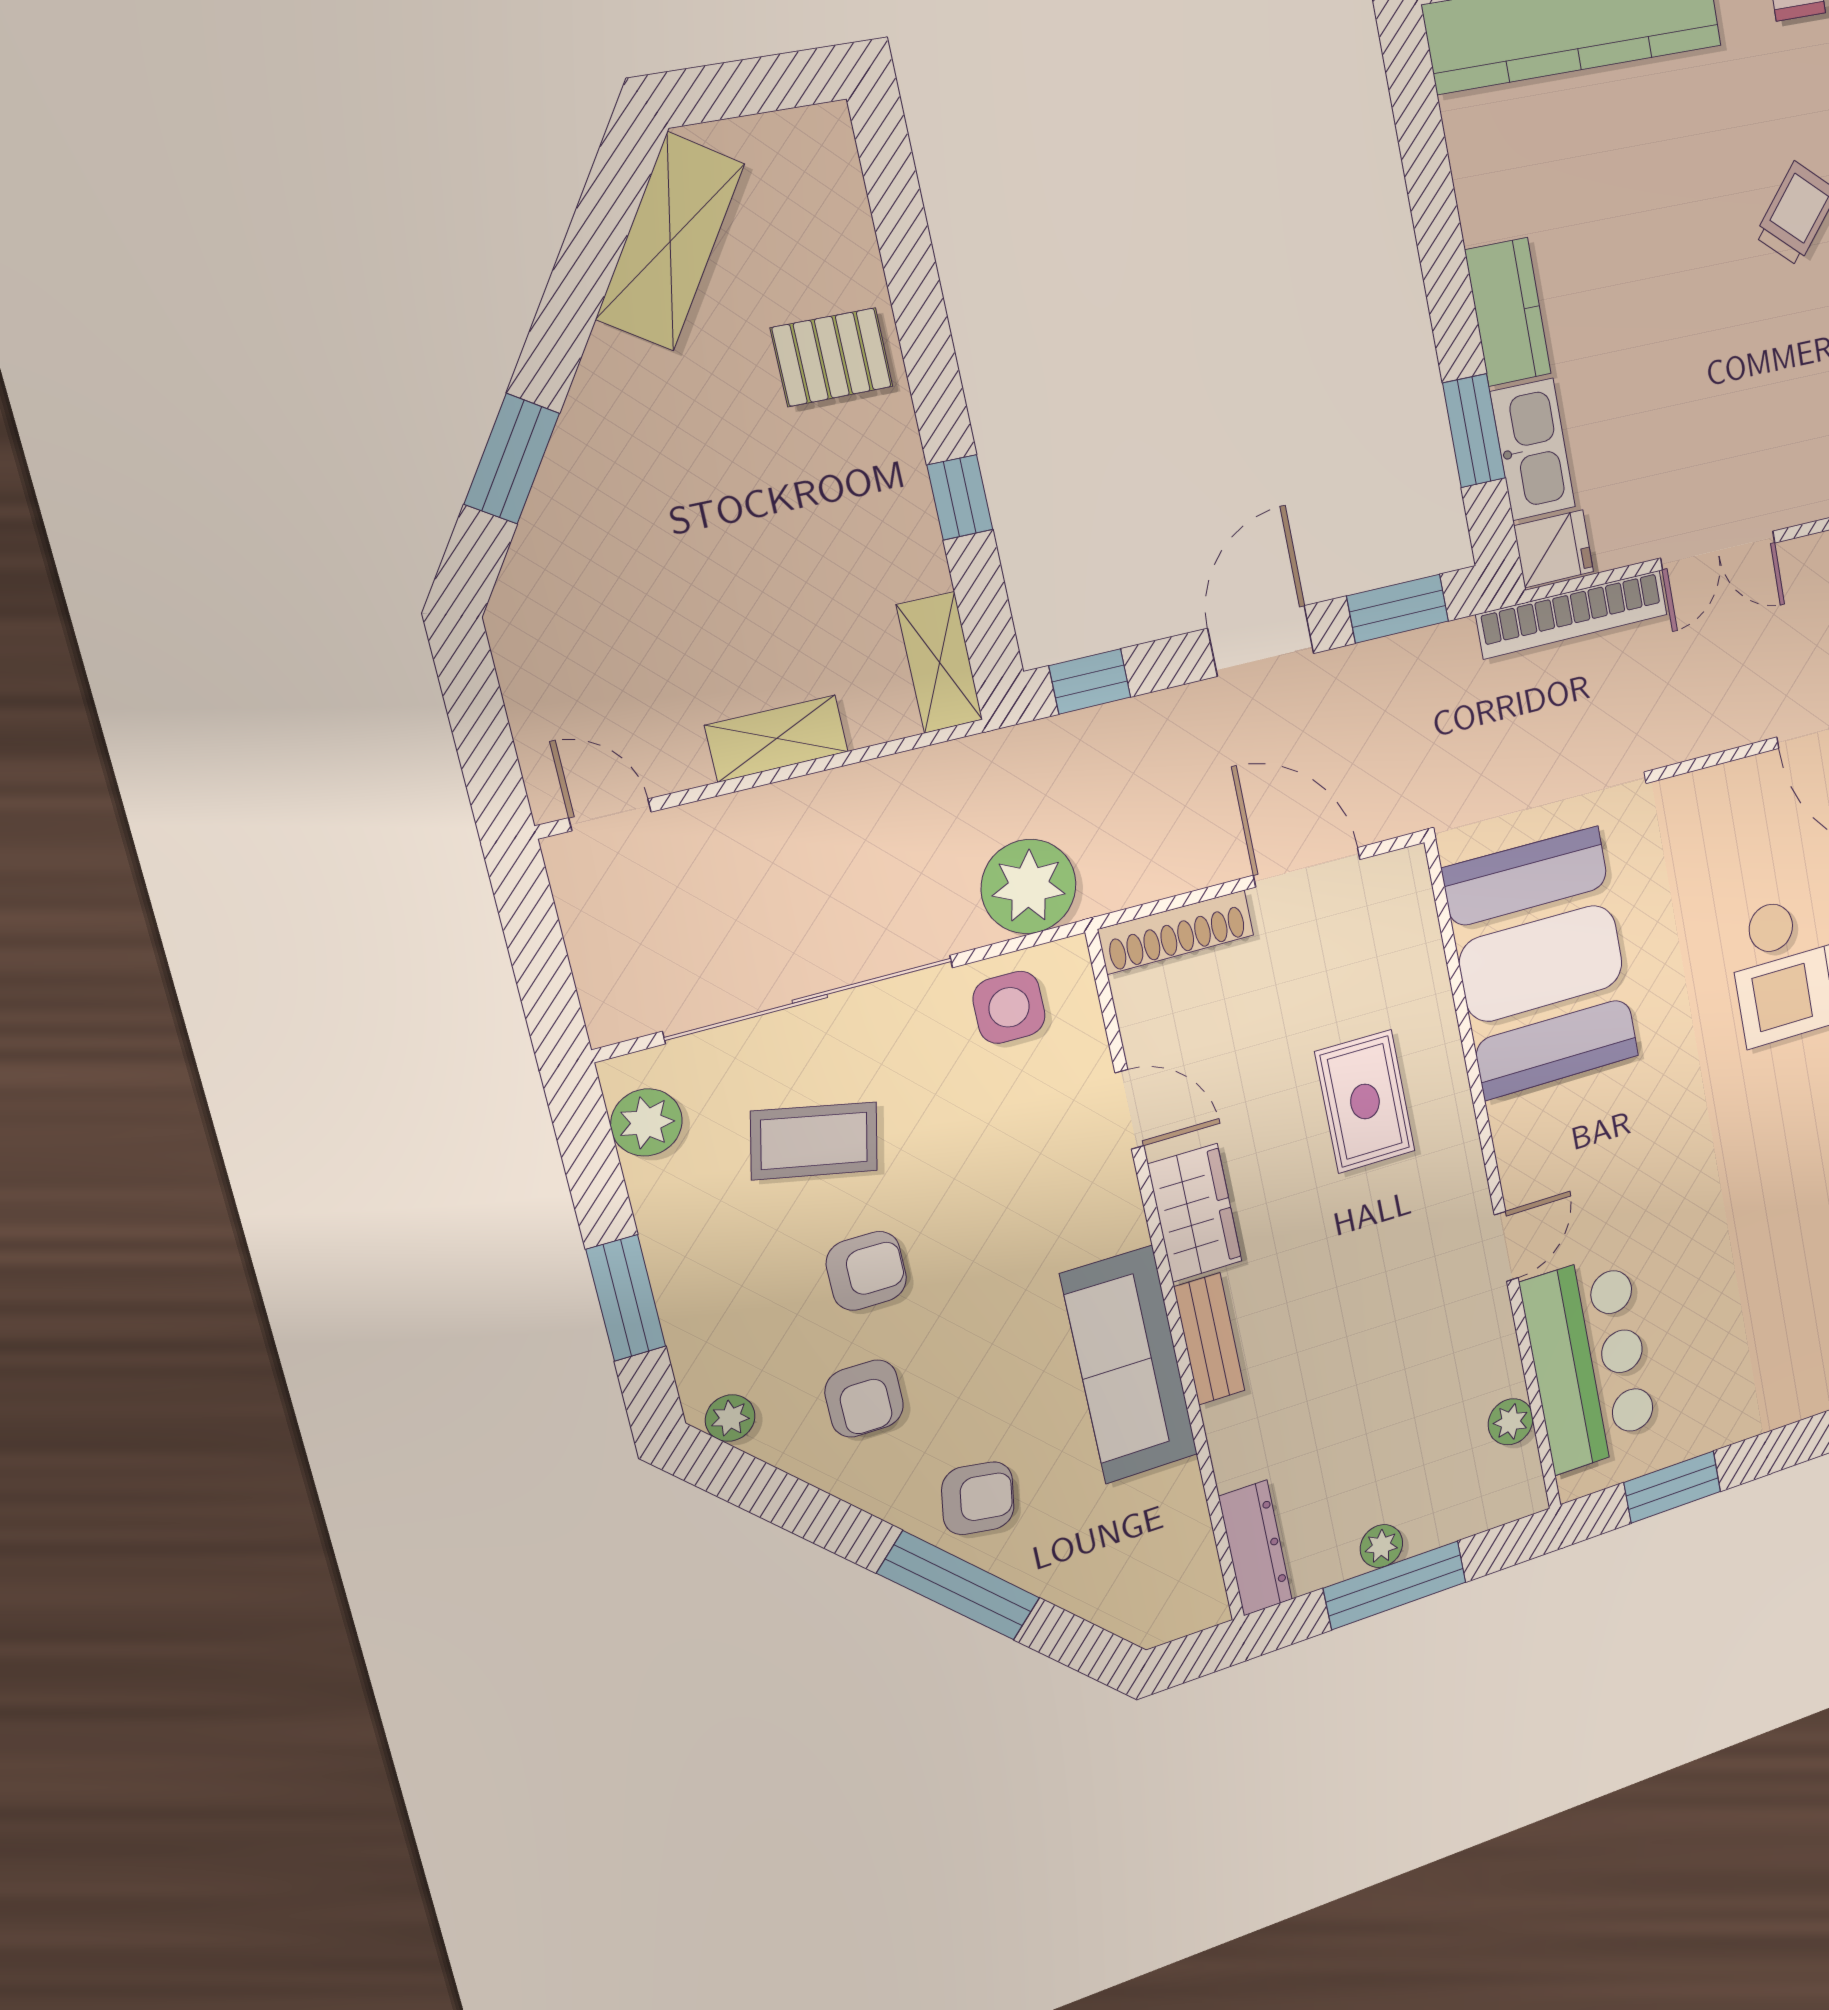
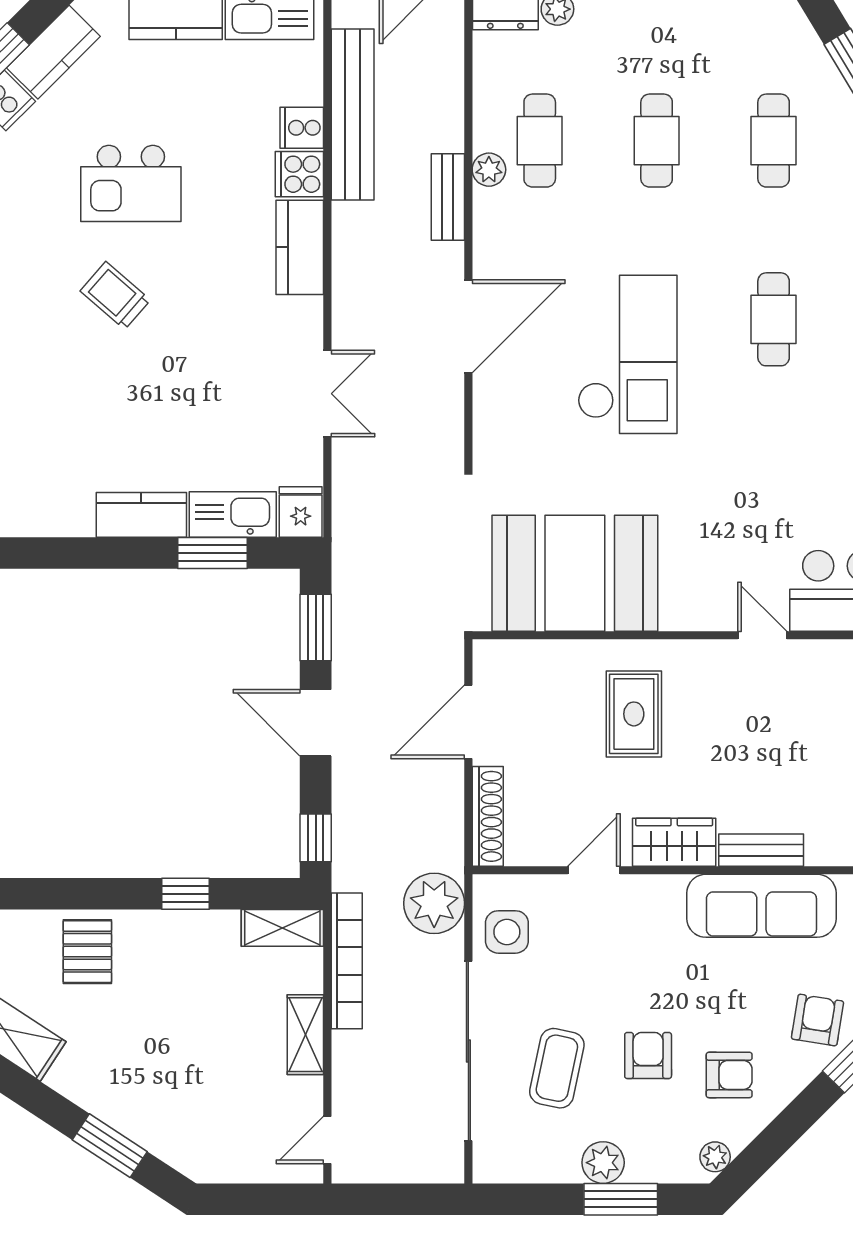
bookcase: (1572, 615) -> (347, 961), moved
rug: (1365, 1101) -> (634, 714), turned 90
plant: (646, 1122) -> (603, 1163), moved

